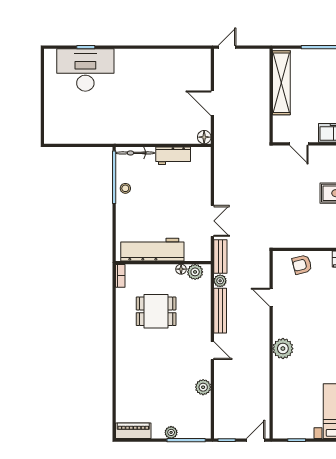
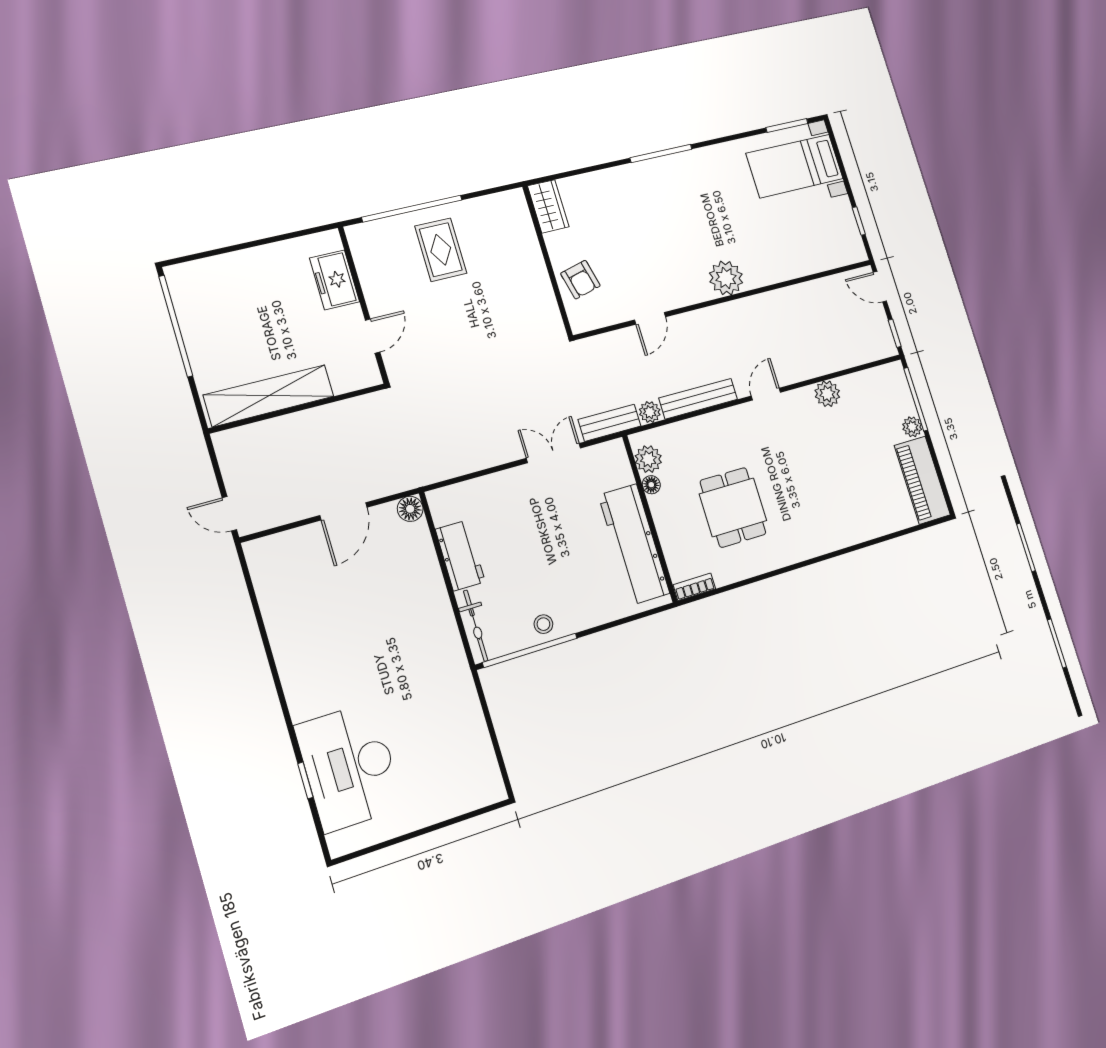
piano: (133, 431) -> (922, 480), width x1.37, depth x1.33

